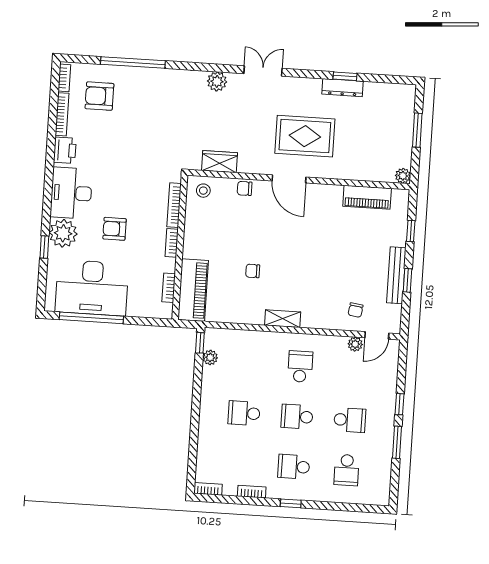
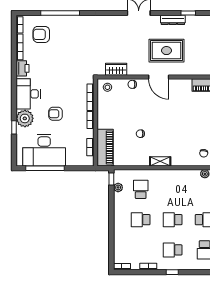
plant: (217, 81) -> (111, 21), removed
dresser: (343, 88) -> (173, 20), moved
school desk: (300, 367) -> (141, 189), moved

